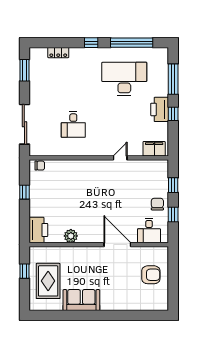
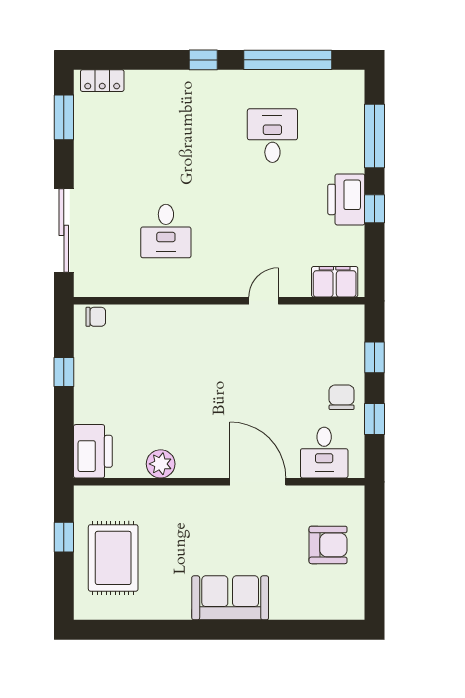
locker: (58, 53) -> (102, 81), moved
desk: (124, 79) -> (272, 136), width x0.53, depth x0.77
sofa: (81, 300) -> (230, 598), moved

